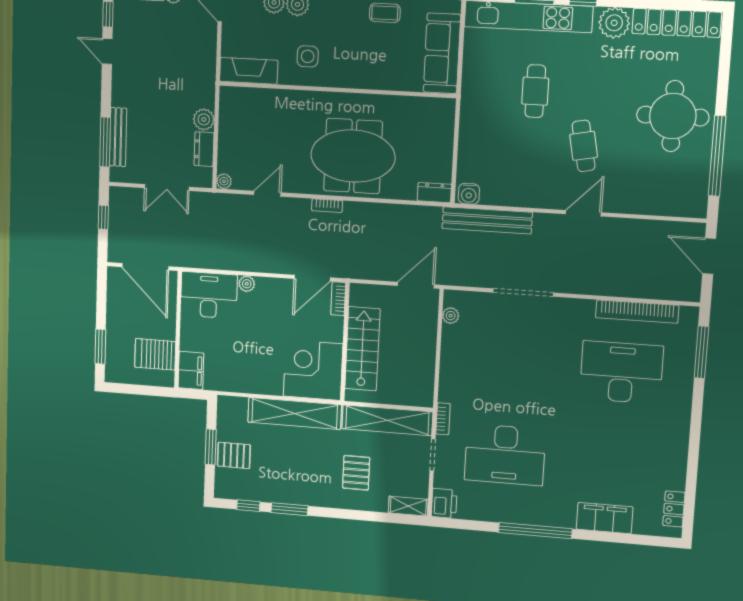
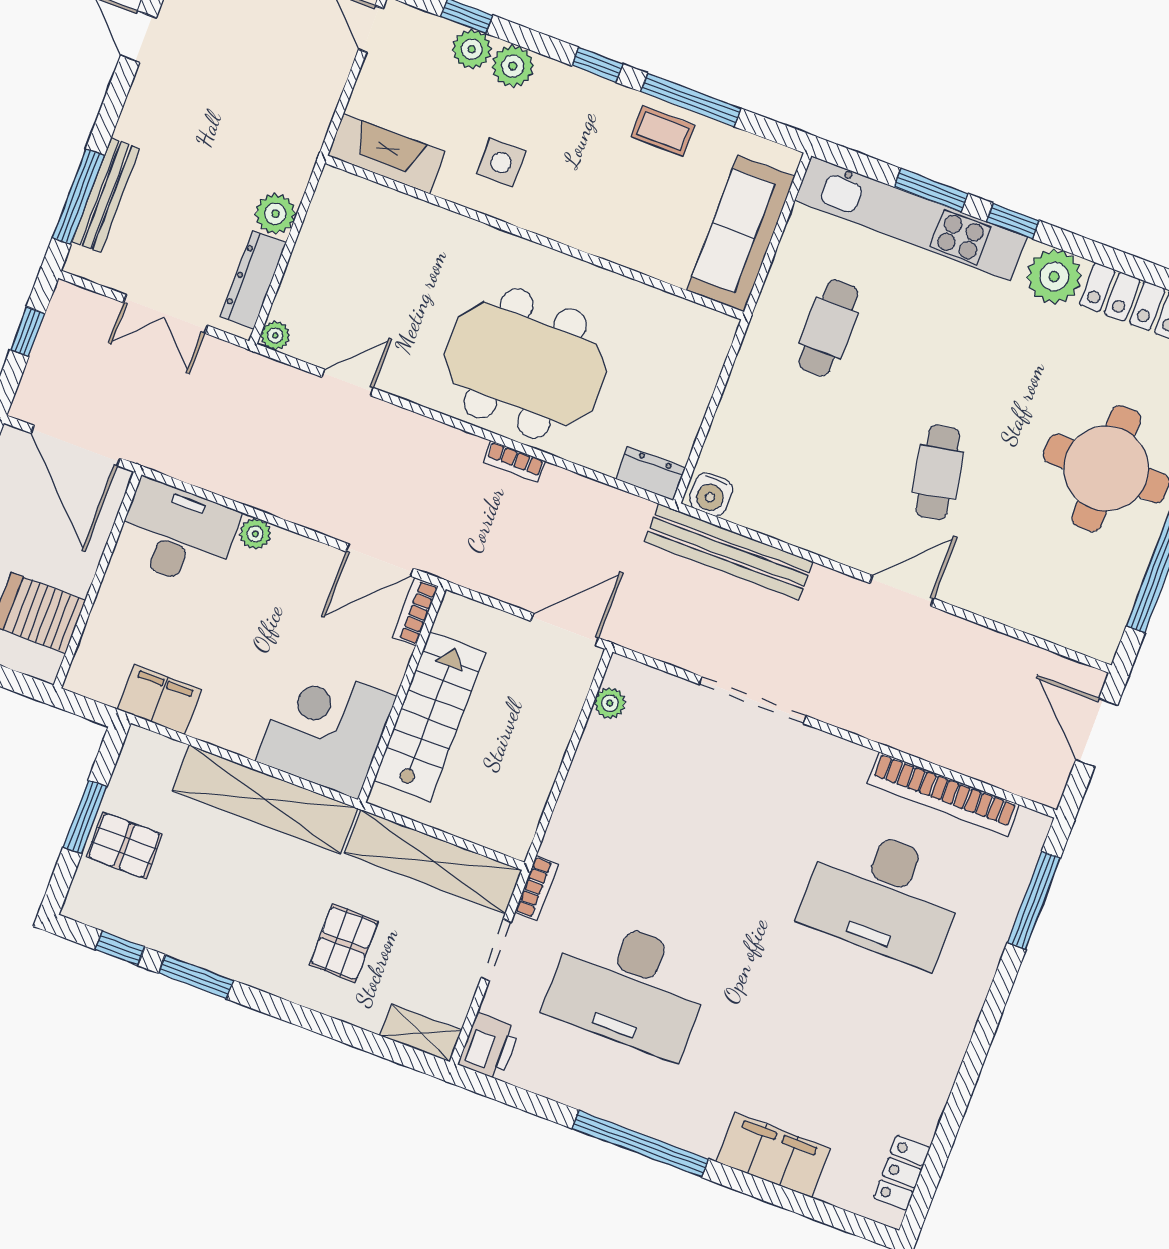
cafe table: (535, 91) -> (828, 328), moved
dresser: (204, 149) -> (253, 280), width x1.44
bookcase: (327, 206) -> (514, 462), moved
filing cabinet: (191, 370) -> (159, 699), moved, turned -90
desk: (621, 372) -> (883, 895), turned 180

